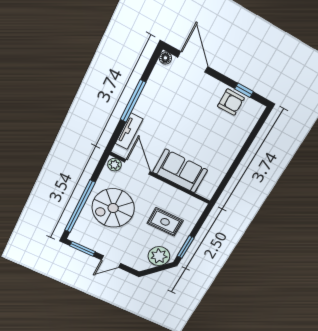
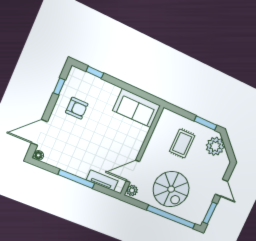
armchair: (231, 102) -> (77, 108), moved, turned 90
window: (255, 132) -> (95, 72), added
sofa: (180, 171) -> (137, 108), moved, turned -90

